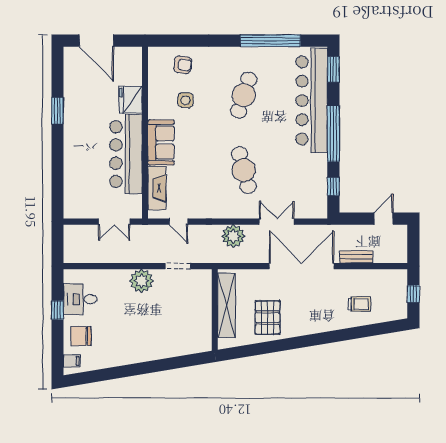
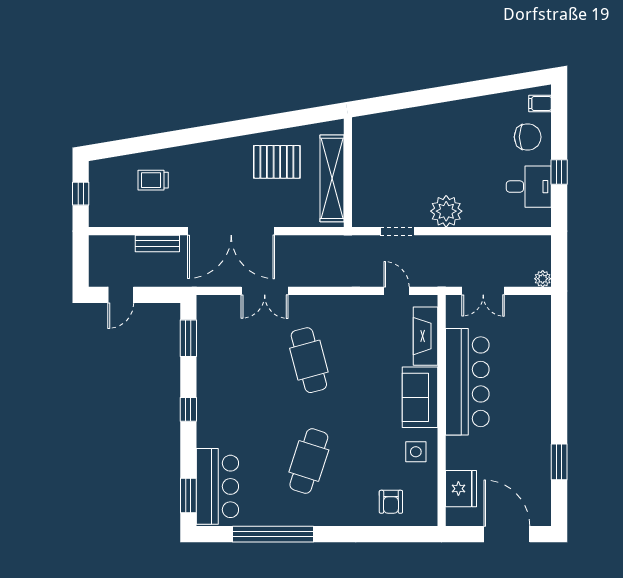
armchair: (183, 65) -> (391, 502), turned -96
fridge: (131, 100) -> (461, 489), moved
side table: (186, 100) -> (416, 452), moved
bar counter: (312, 100) -> (217, 486), width x0.54
window: (58, 111) -> (559, 462), moved
window: (333, 133) -> (188, 409), width x0.32
window: (333, 186) -> (188, 338), width x1.50
double door: (114, 222) -> (483, 291), swing flipped
plant: (233, 236) -> (543, 279), moved, width x0.53, depth x0.53
pallet: (268, 318) -> (277, 162), turned 90

